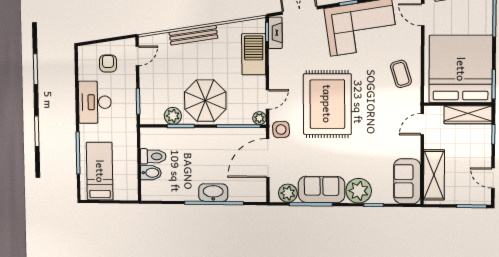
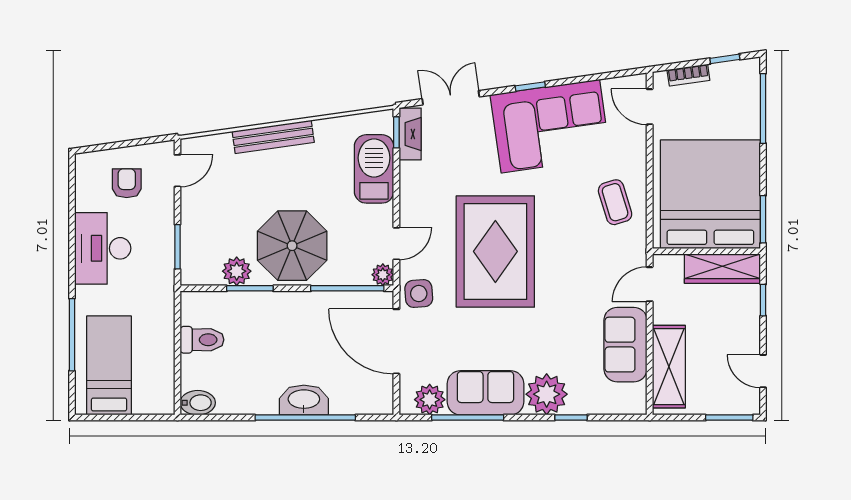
door: (268, 158) -> (396, 341), hinge flipped
bidet: (151, 173) -> (198, 403), moved
sofa: (407, 181) -> (625, 345), moved

